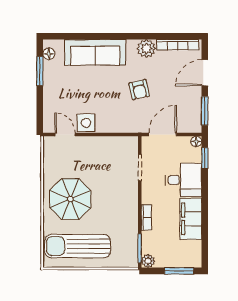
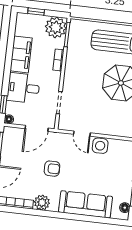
armchair: (139, 90) -> (52, 169), turned 103
door: (65, 134) -> (82, 134), moved
plant: (148, 261) -> (56, 27), width x1.87, depth x1.87
window: (179, 271) -> (36, 12), width x0.67

